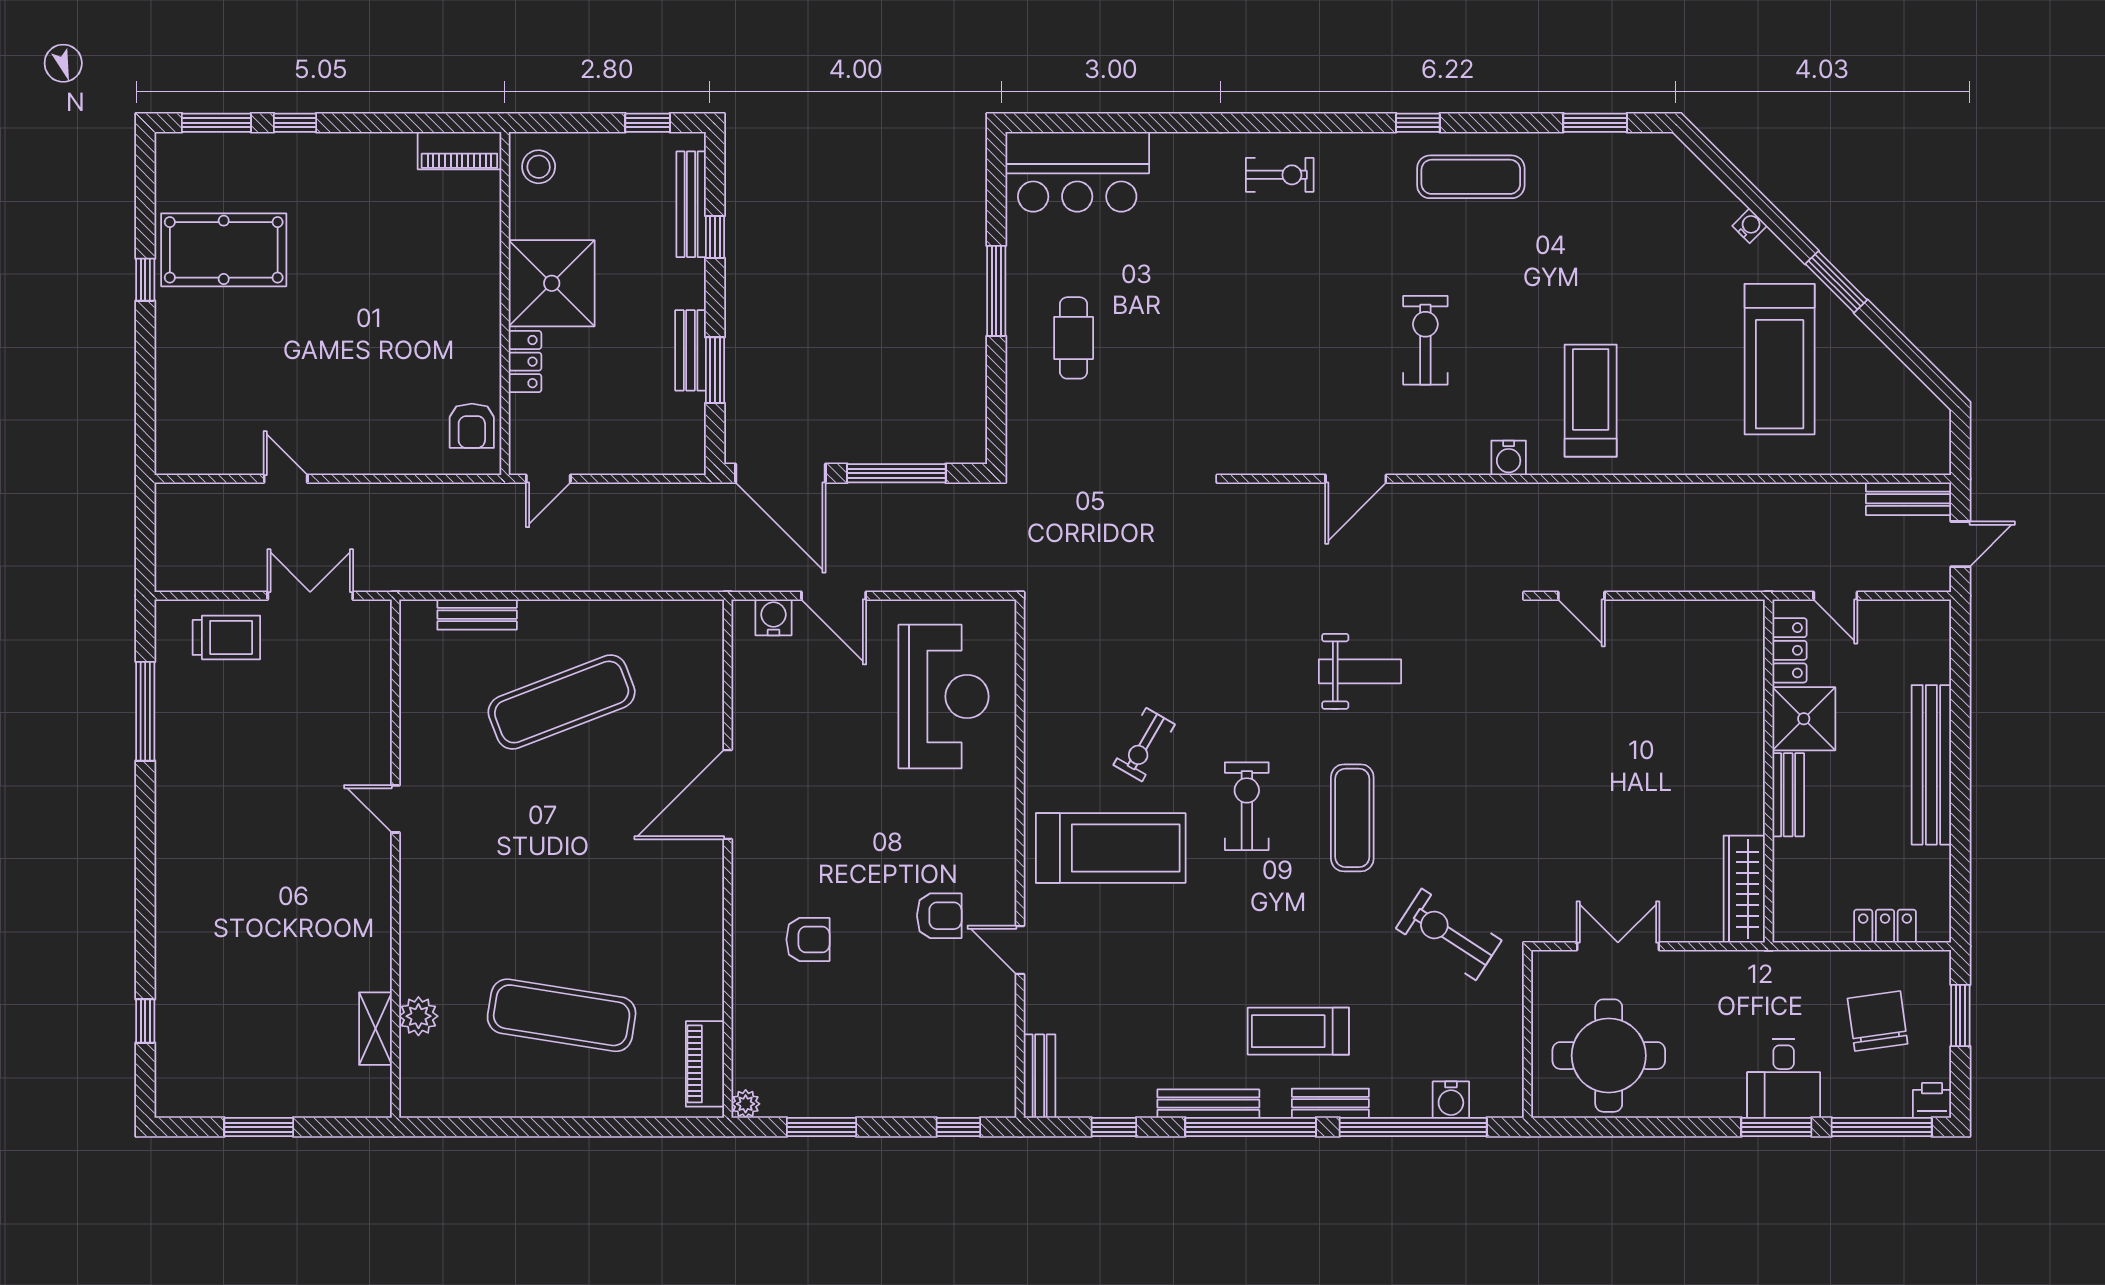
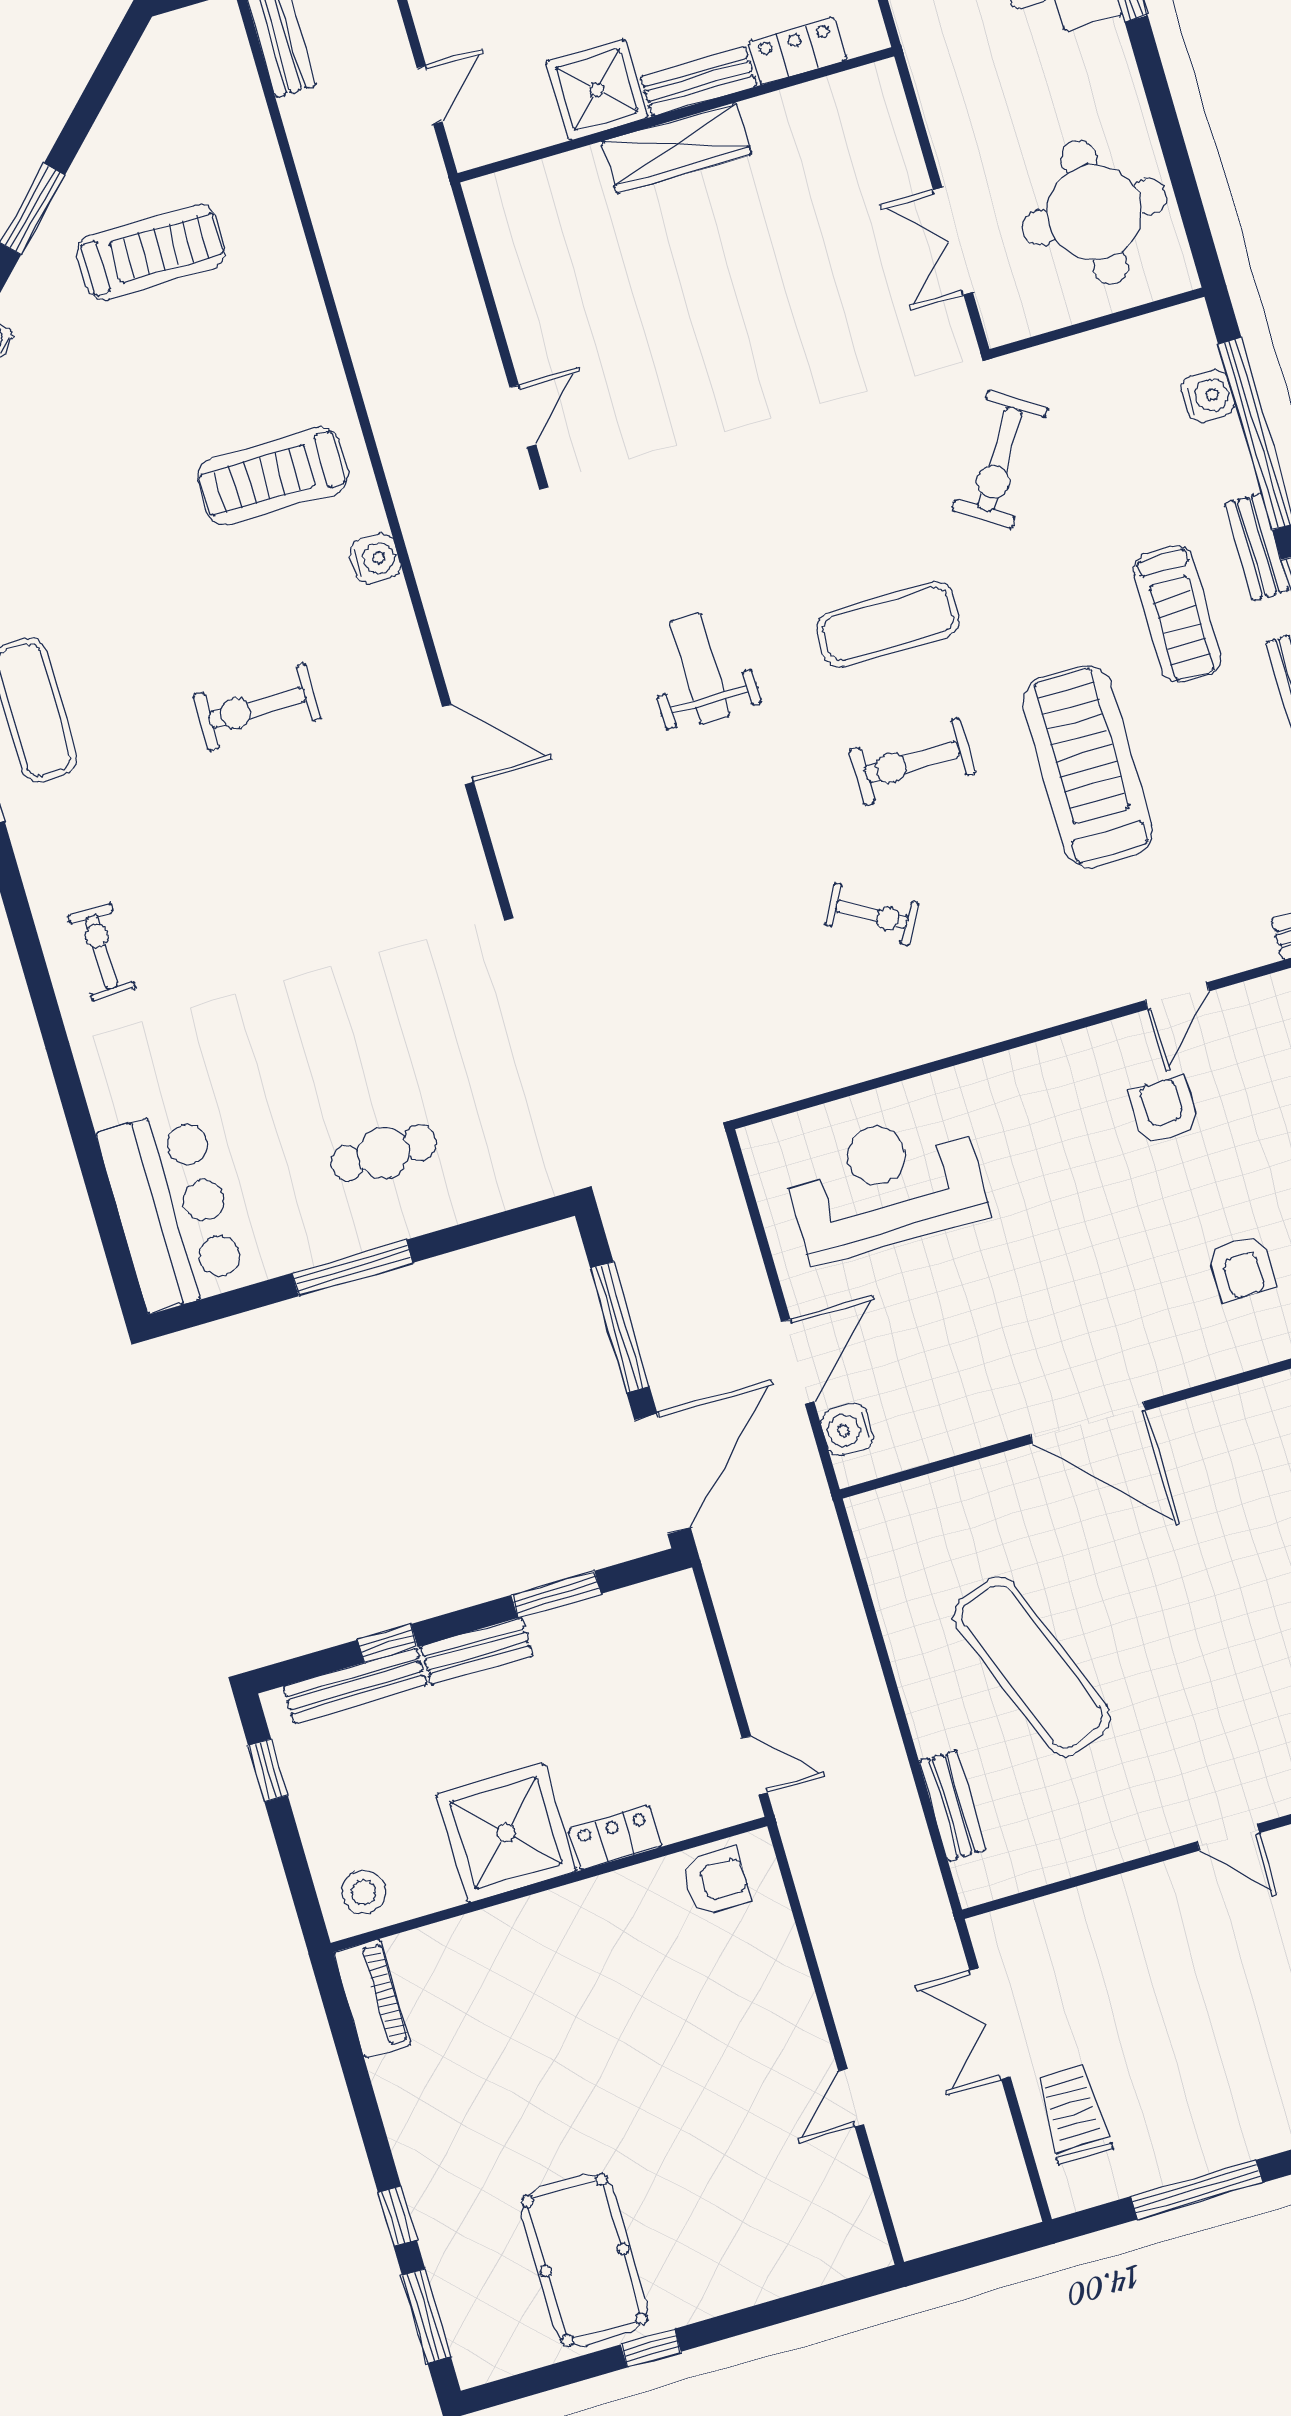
bench: (691, 350) -> (477, 1651), moved
treadmill: (1780, 359) -> (151, 252), width x0.73, depth x0.73
locker: (1789, 650) -> (797, 51), moved
door: (395, 809) -> (1228, 1837), hinge flipped
treadmill: (1111, 848) -> (1088, 767), moved
wardrobe: (1744, 889) -> (676, 148), moved
armchair: (808, 940) -> (1242, 1268), turned 180

